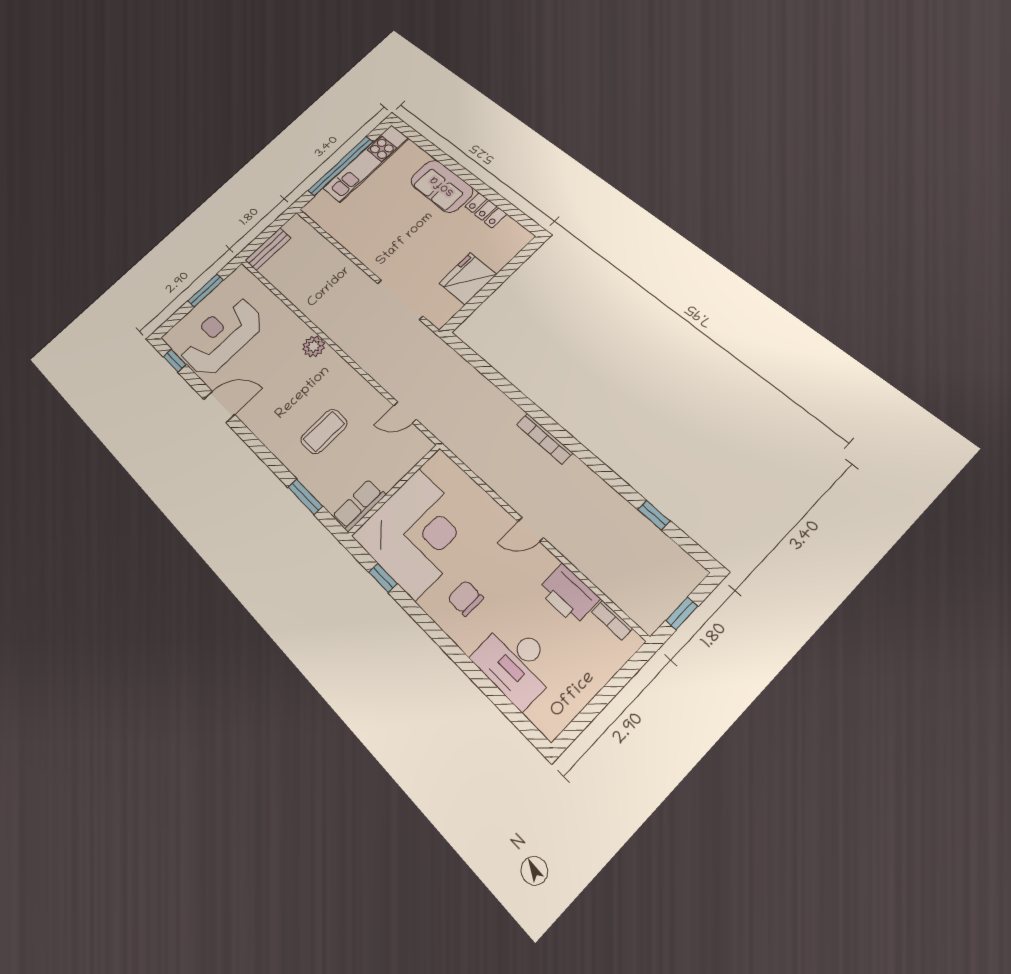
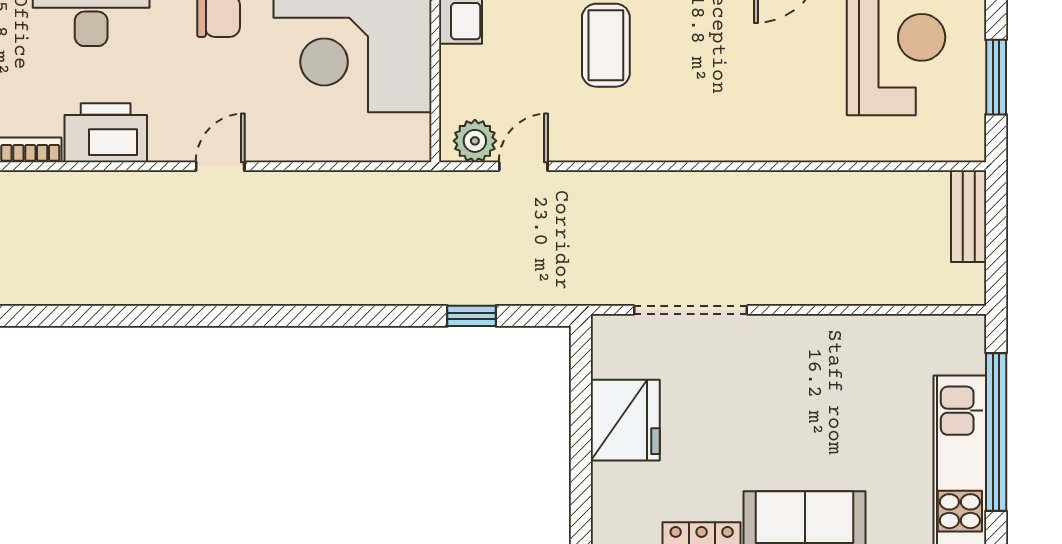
plant: (314, 346) -> (475, 141), moved
bookcase: (544, 439) -> (311, 293), removed
window: (654, 515) -> (472, 316), moved

